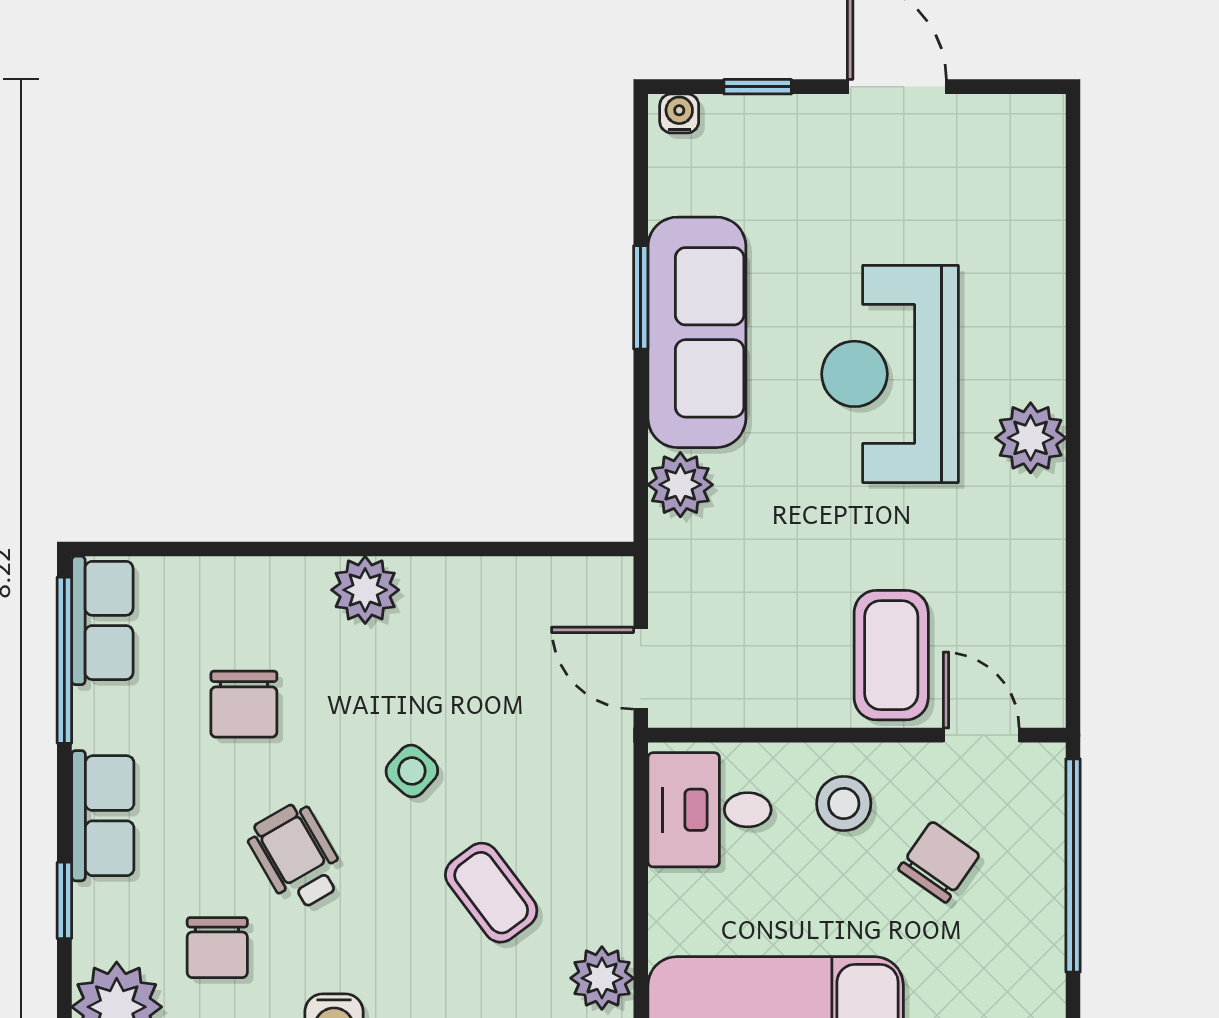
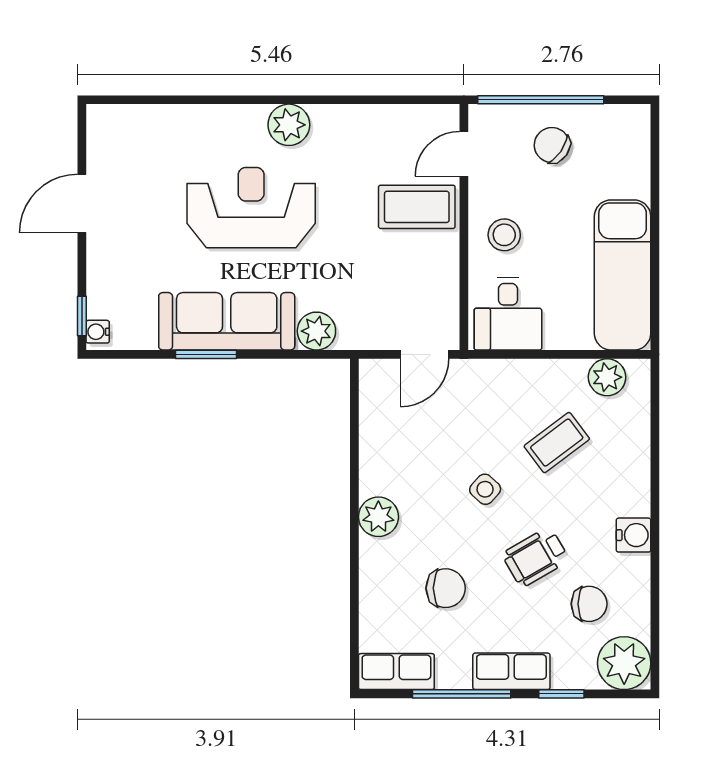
window: (758, 87) -> (82, 316), moved
reception desk: (890, 374) -> (251, 208), turned 180
window: (64, 660) -> (462, 694), moved
chair: (939, 862) -> (552, 145), moved

